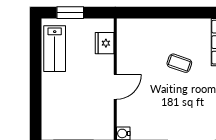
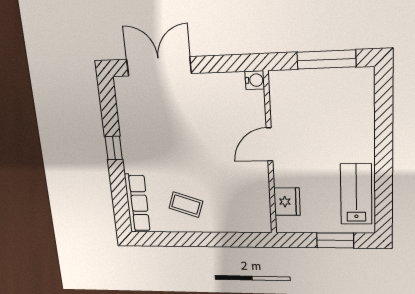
coffee table: (179, 63) -> (186, 205), moved

